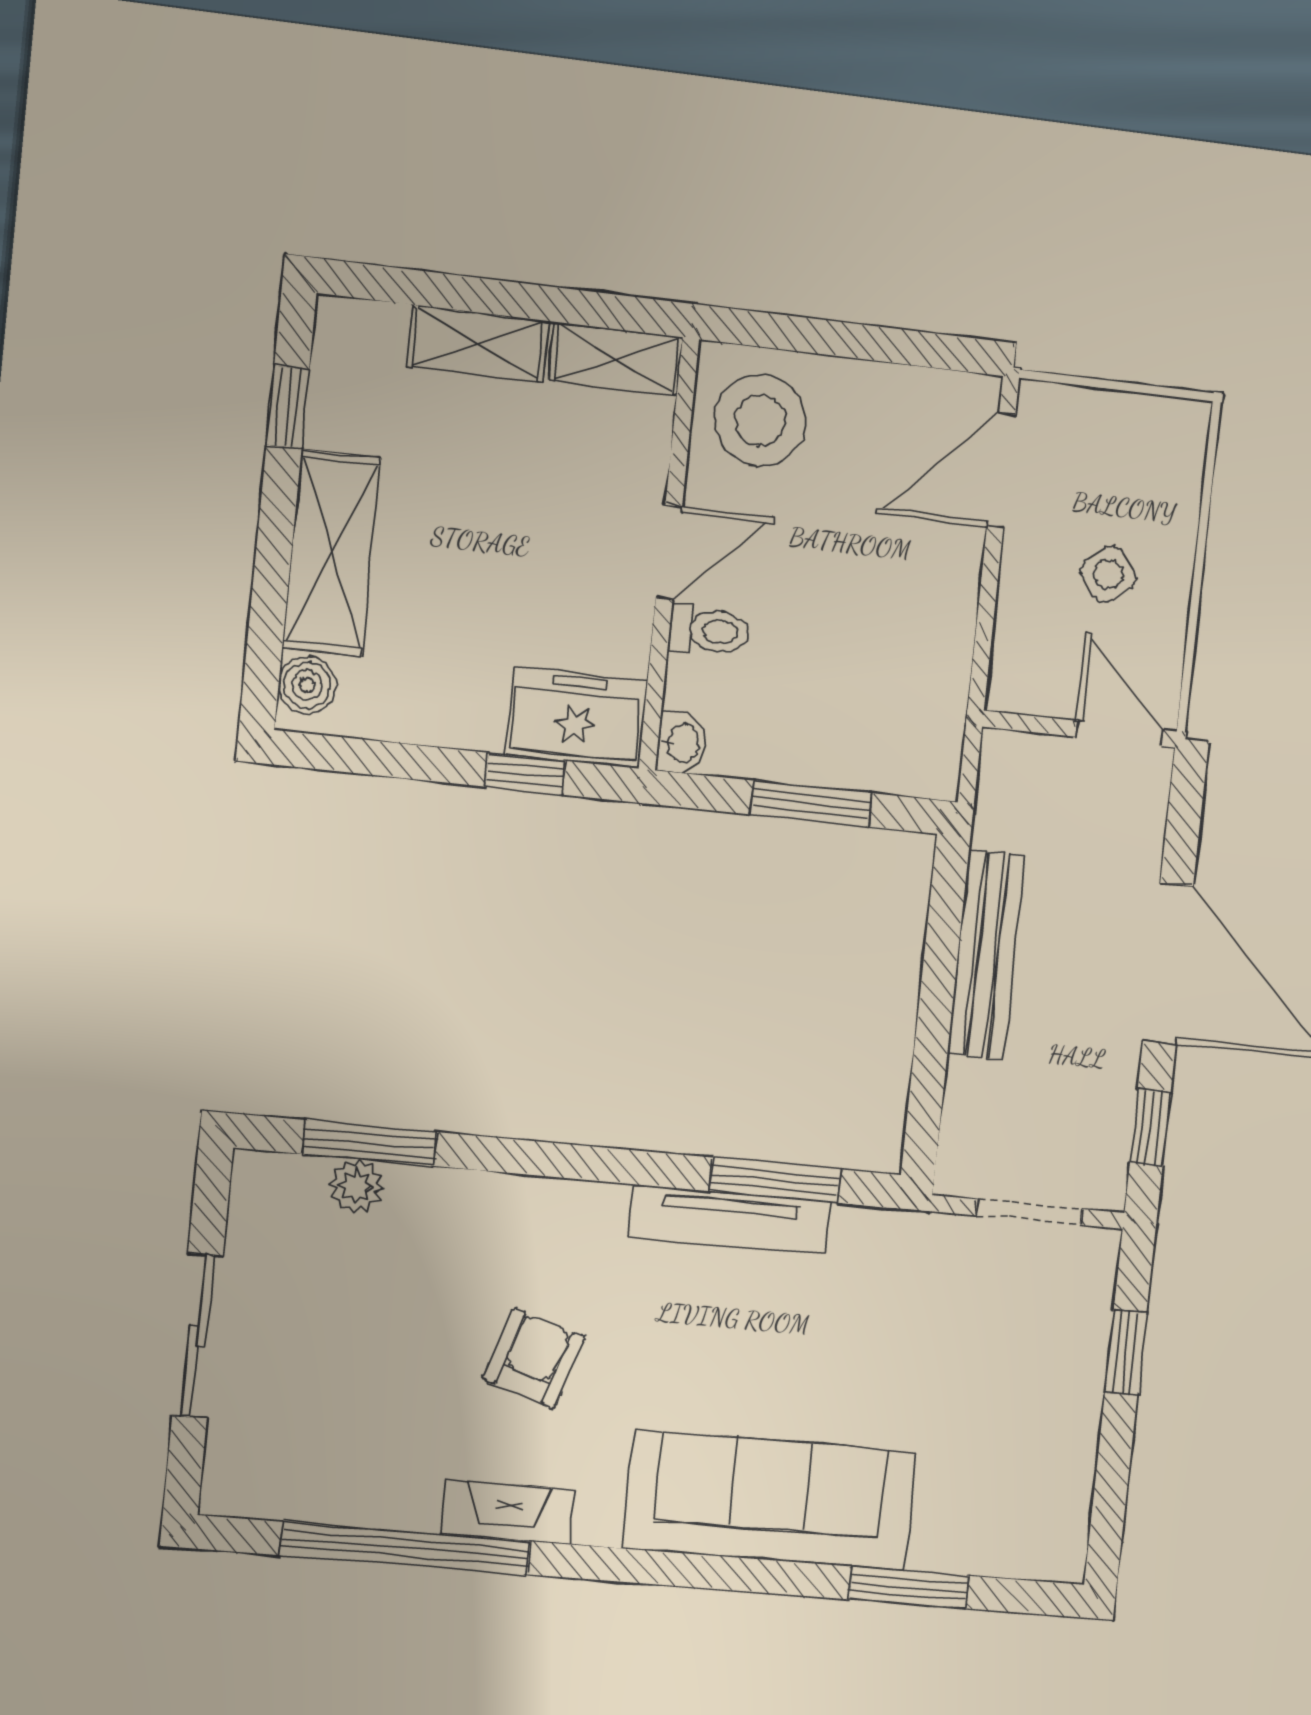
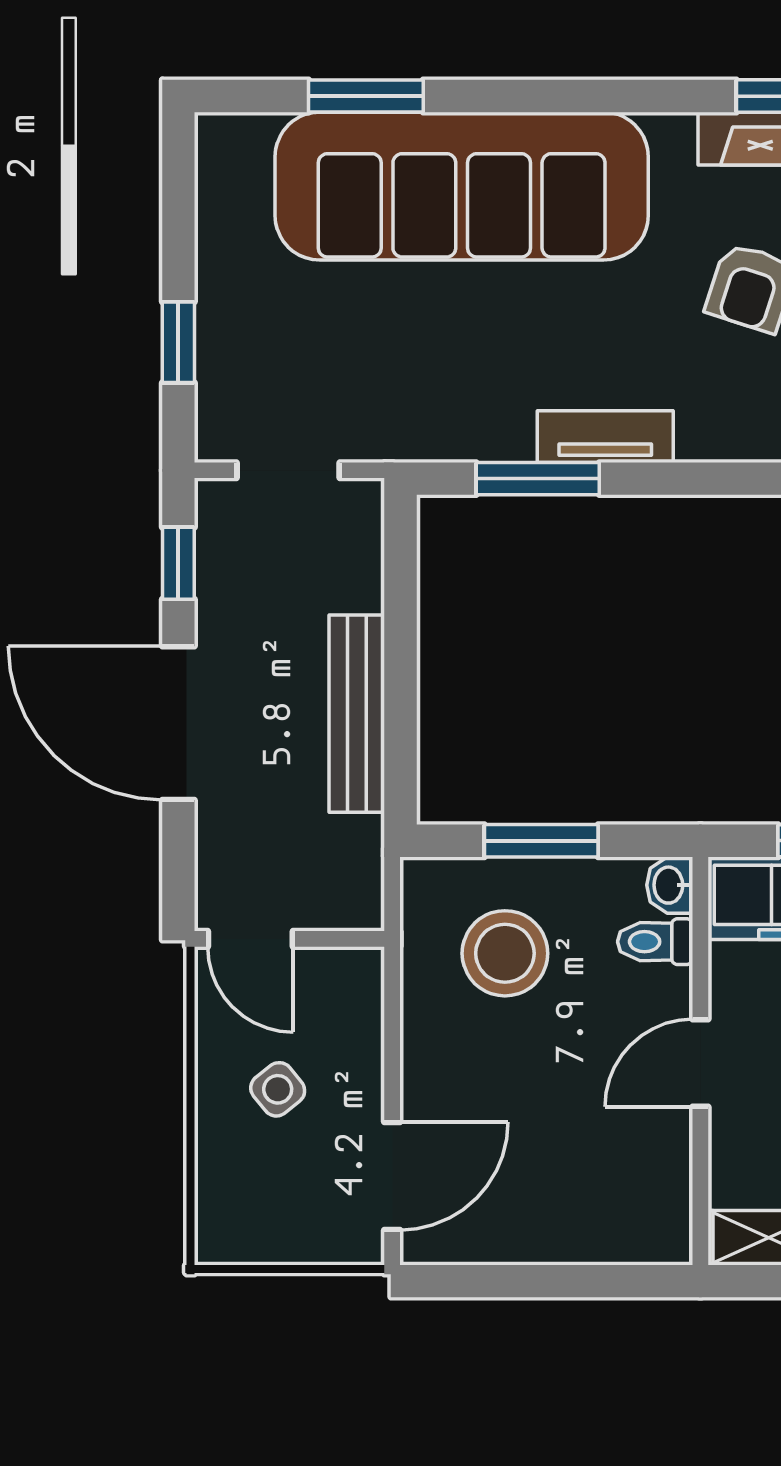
stool: (760, 420) -> (505, 953), moved
toilet: (709, 630) -> (655, 942), moved
tv unit: (729, 1220) -> (605, 437), width x0.71
sofa: (769, 1500) -> (462, 186), width x1.36, depth x1.27

